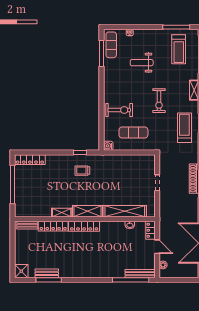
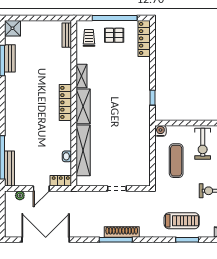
trolley: (82, 171) -> (89, 38), moved
pallet: (27, 185) -> (114, 35), added
locker: (53, 226) -> (66, 66), removed

